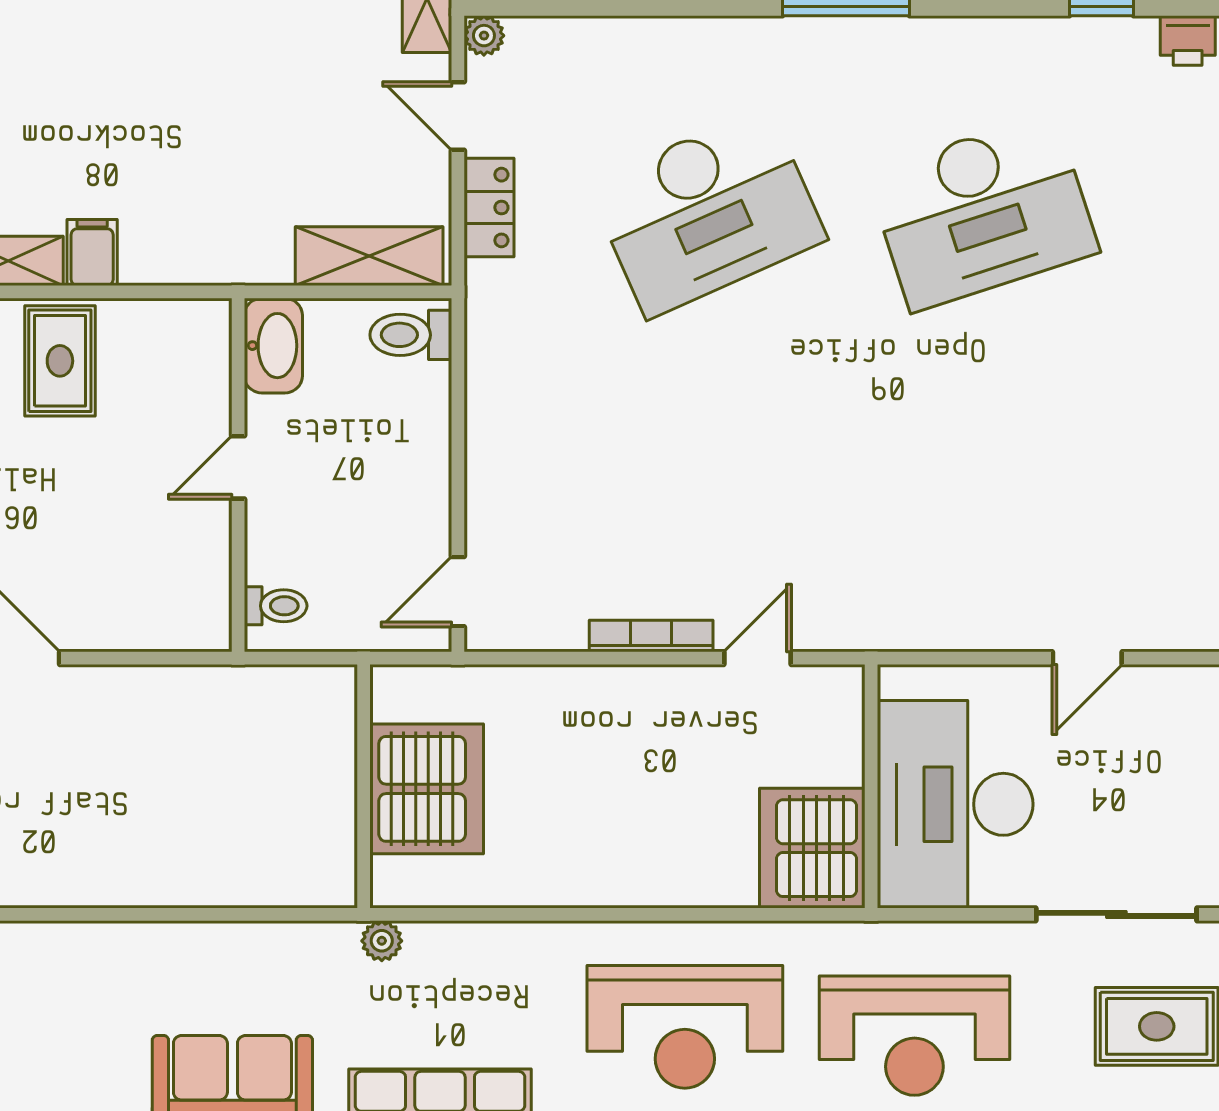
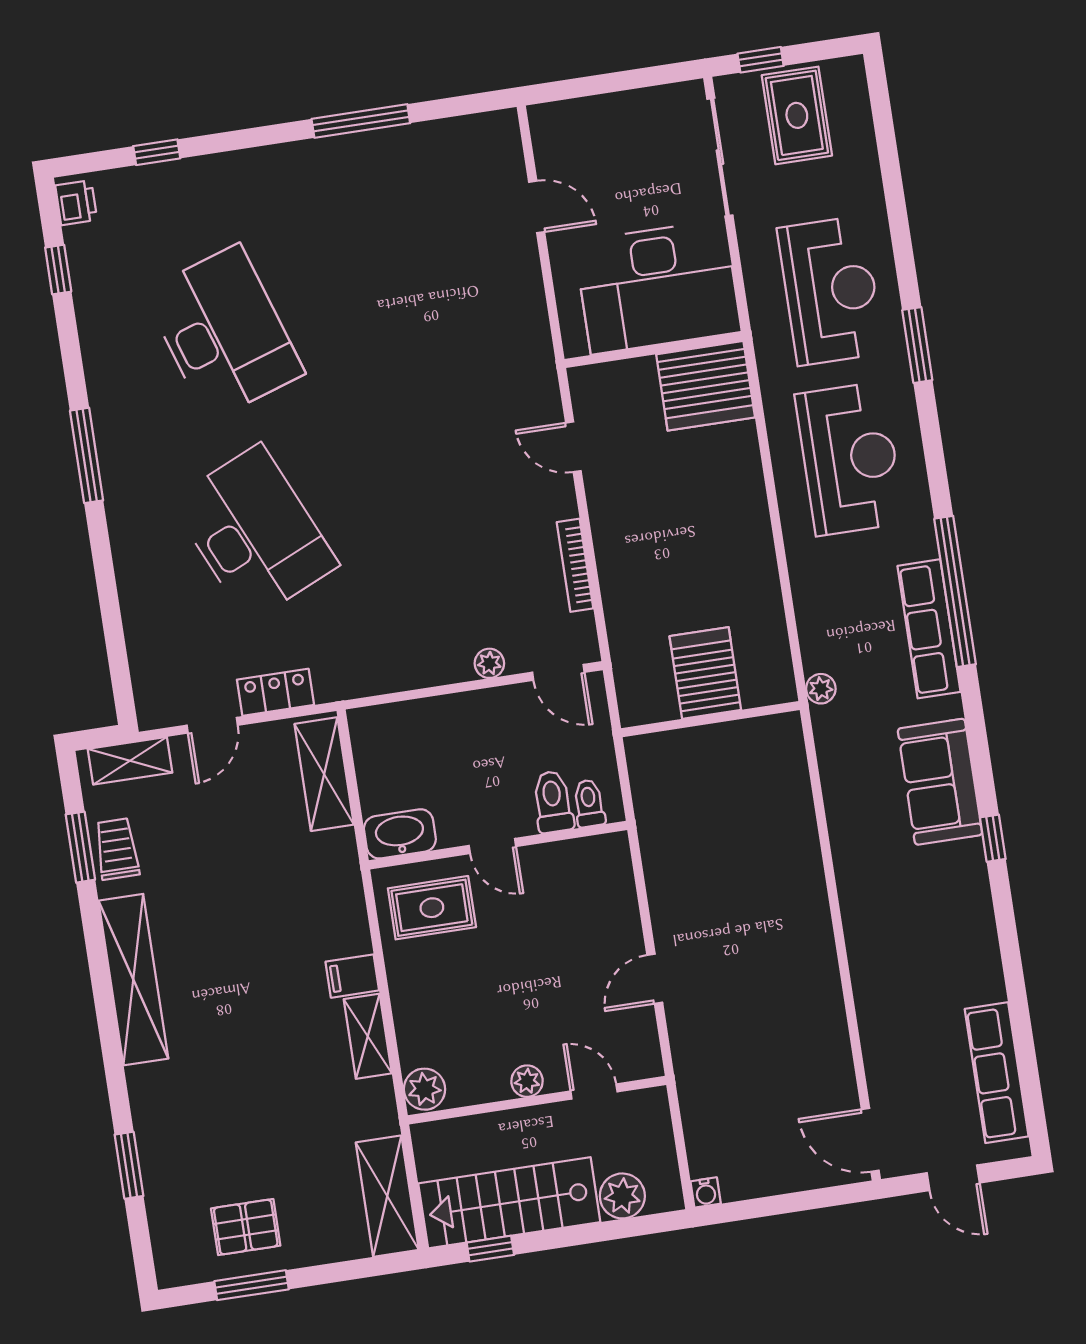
plant: (484, 36) -> (489, 663), moved
toilet: (411, 335) -> (553, 802), moved, turned 180
rug: (60, 361) -> (432, 908), moved
bookcase: (651, 636) -> (575, 565), moved
server rack: (427, 789) -> (705, 673), width x0.62

